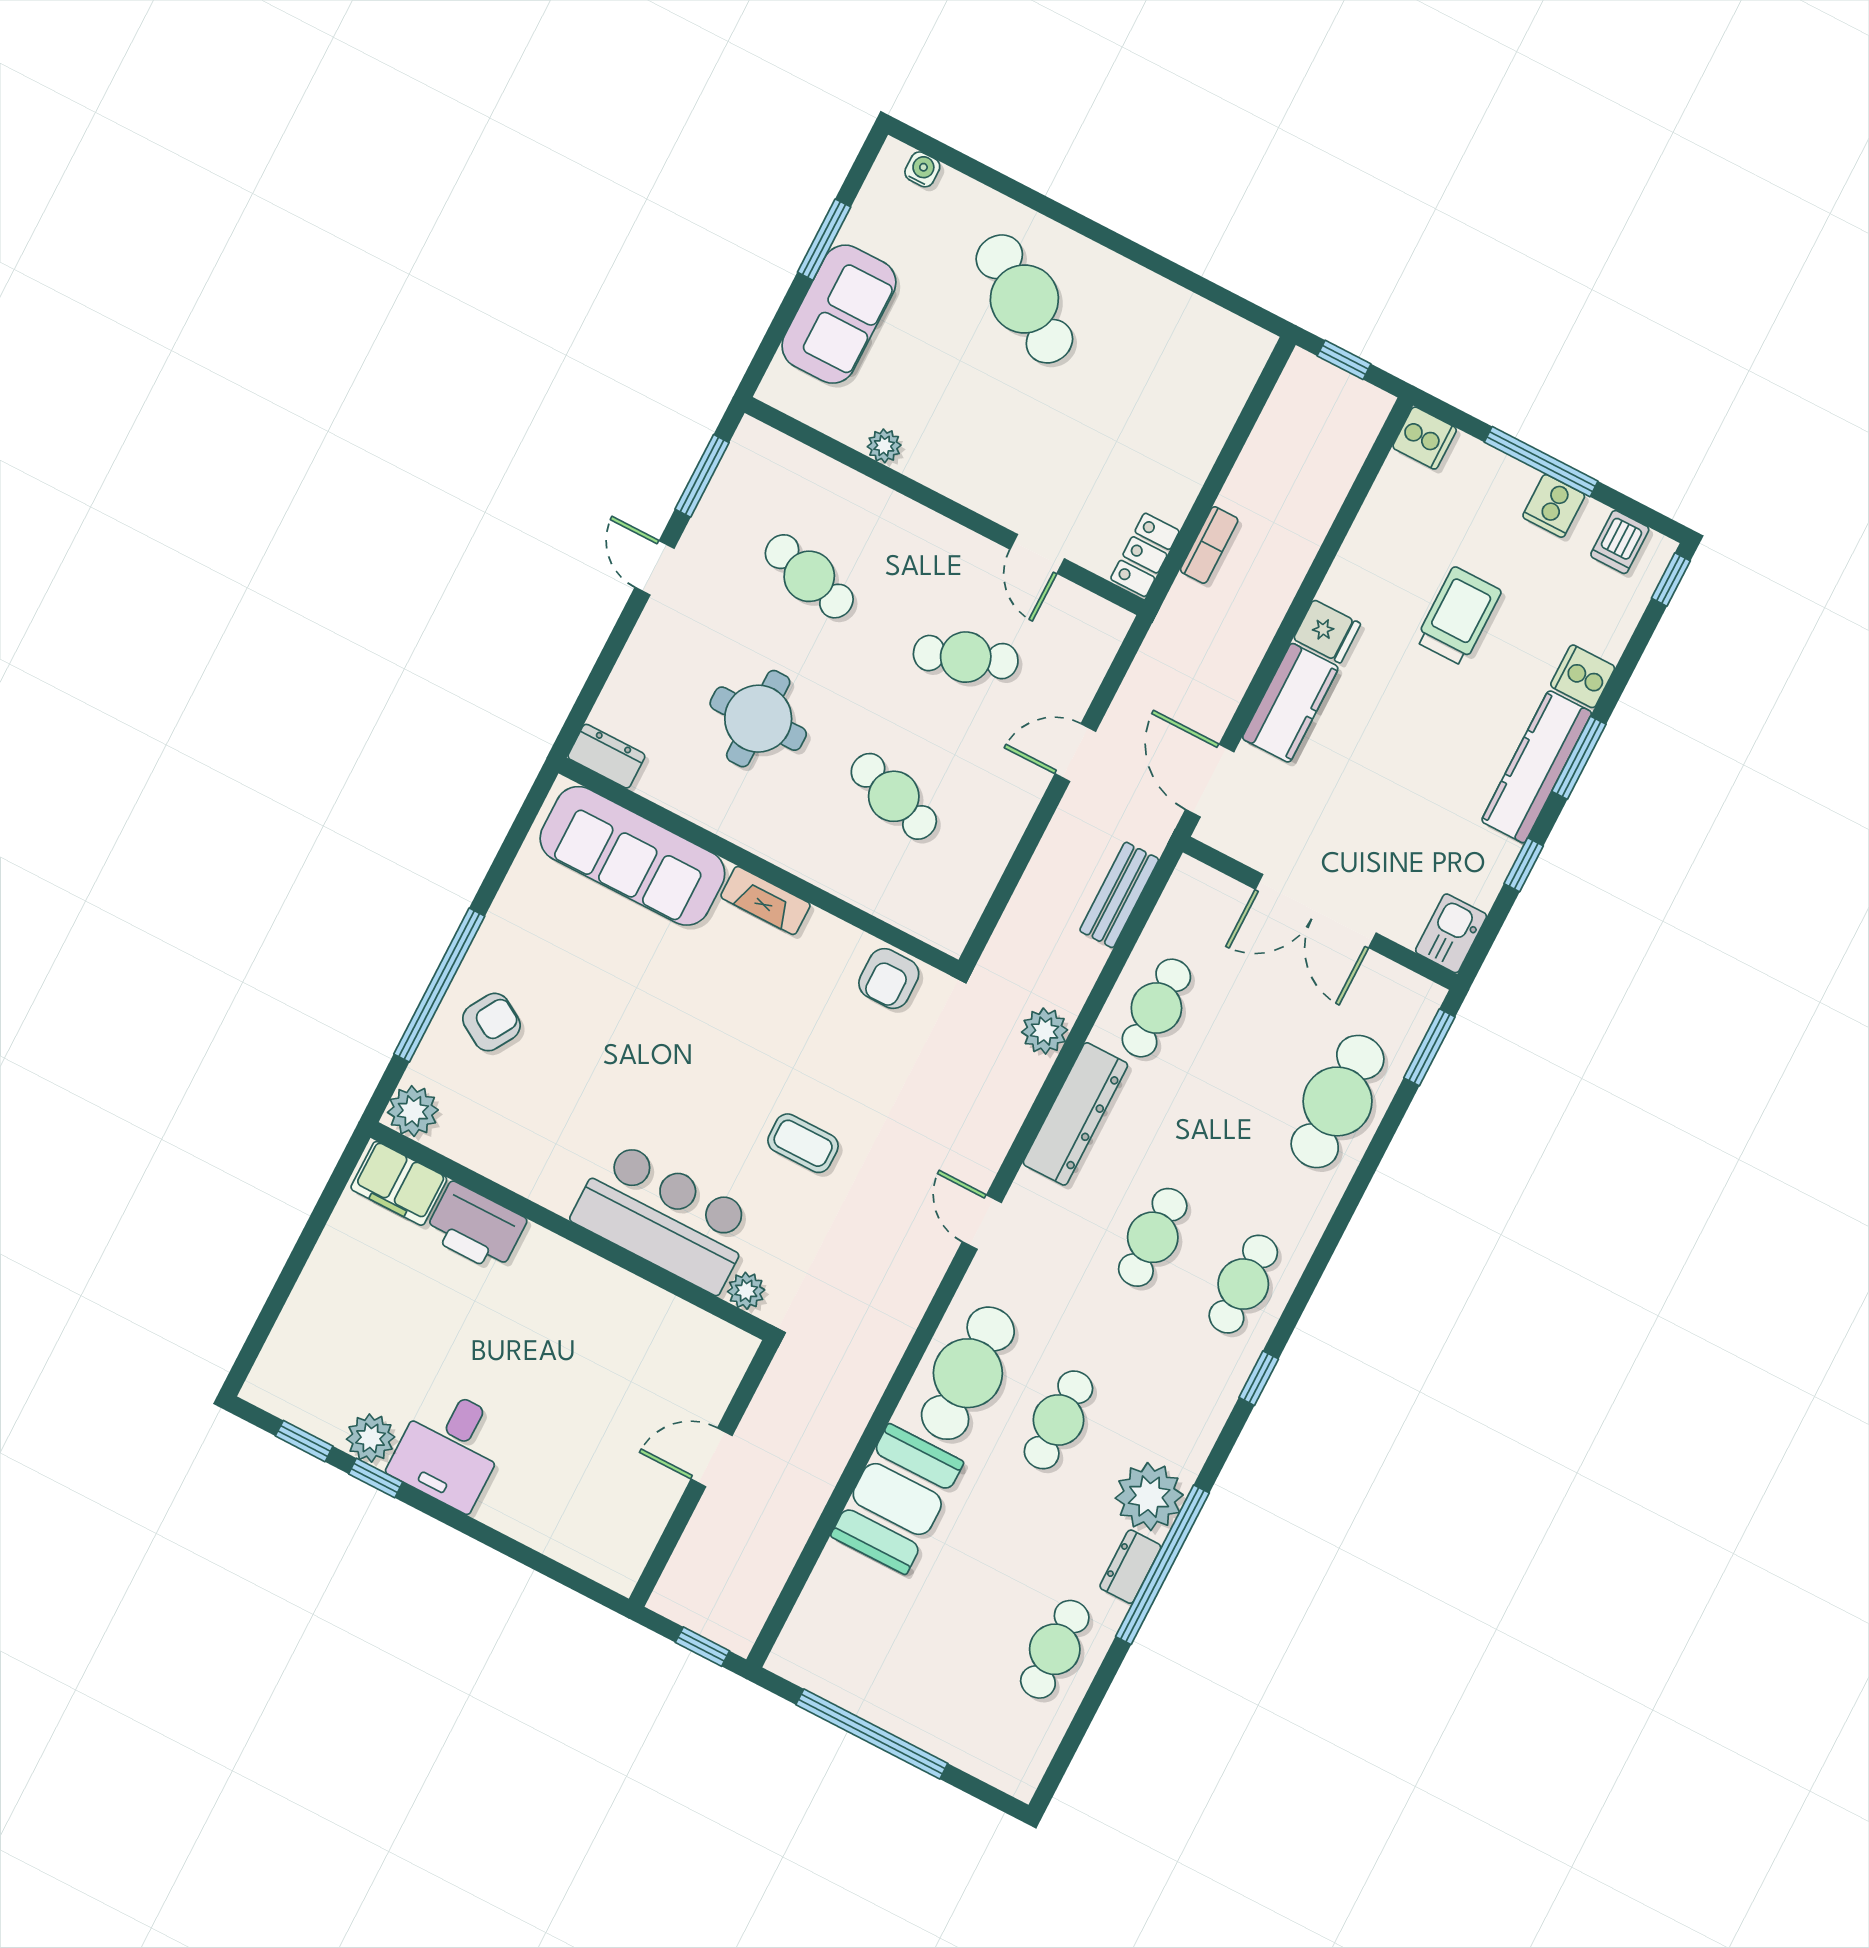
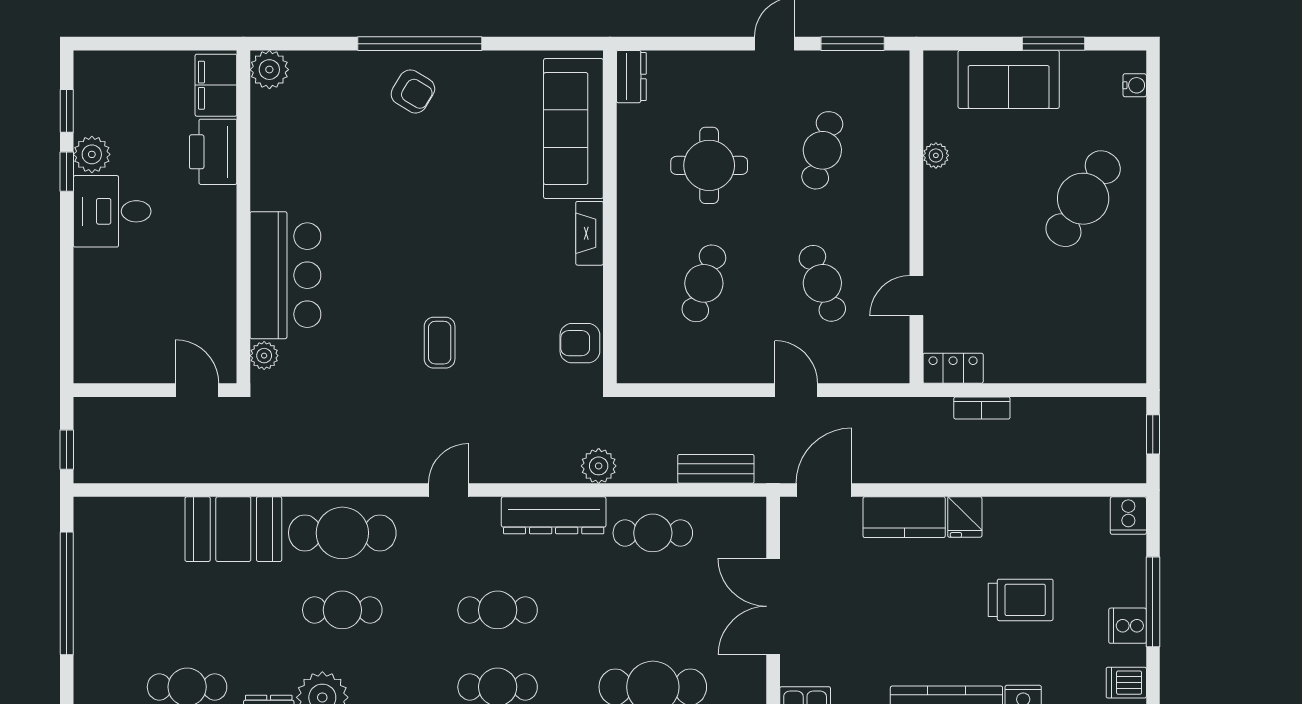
plant: (413, 1111) -> (269, 70), moved
filing cabinet: (399, 1183) -> (216, 85), moved
bar counter: (664, 1217) -> (285, 275), moved
printer: (476, 1227) -> (213, 152), moved
wall: (570, 1231) -> (243, 217), moved
plant: (746, 1291) -> (264, 356), moved

